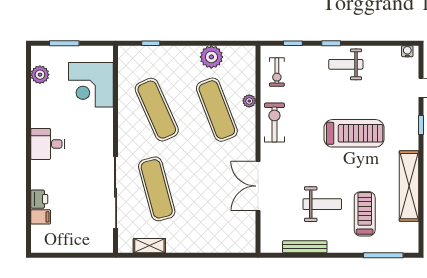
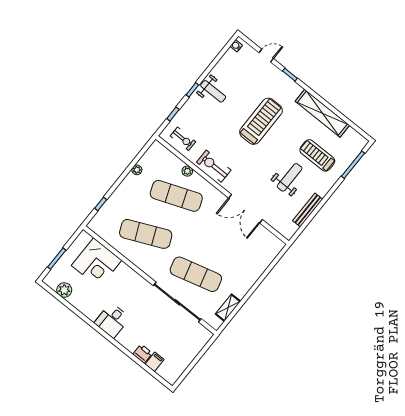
plant: (211, 57) -> (137, 170), width x0.53, depth x0.53
weight bench: (346, 64) -> (213, 91), turned -90

